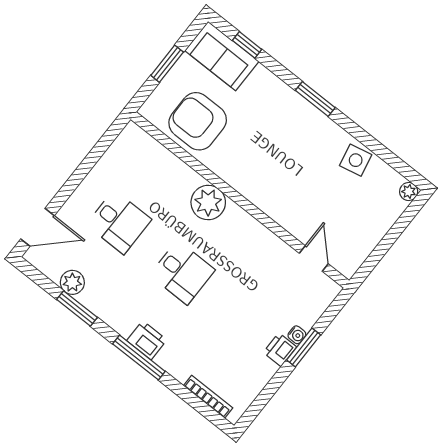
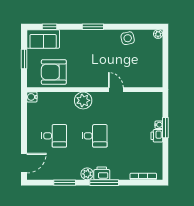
water cooler: (132, 133) -> (32, 97), added
door: (314, 258) -> (116, 90), moved
plant: (72, 282) -> (87, 174), moved

